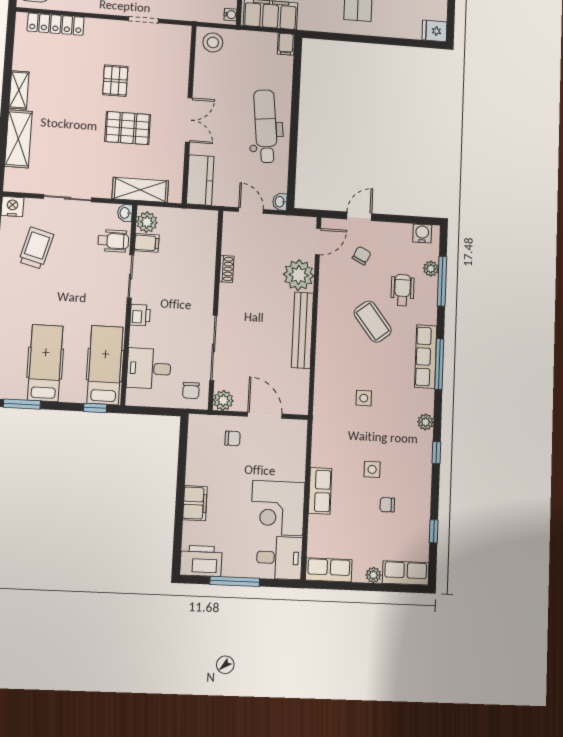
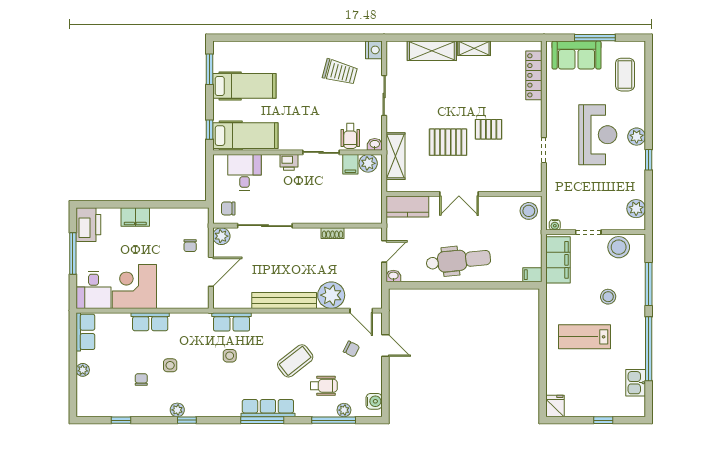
pallet: (128, 128) -> (448, 142), turned 90
plant: (425, 422) -> (177, 410), moved
row of seats: (406, 573) -> (232, 322), moved, turned 90

